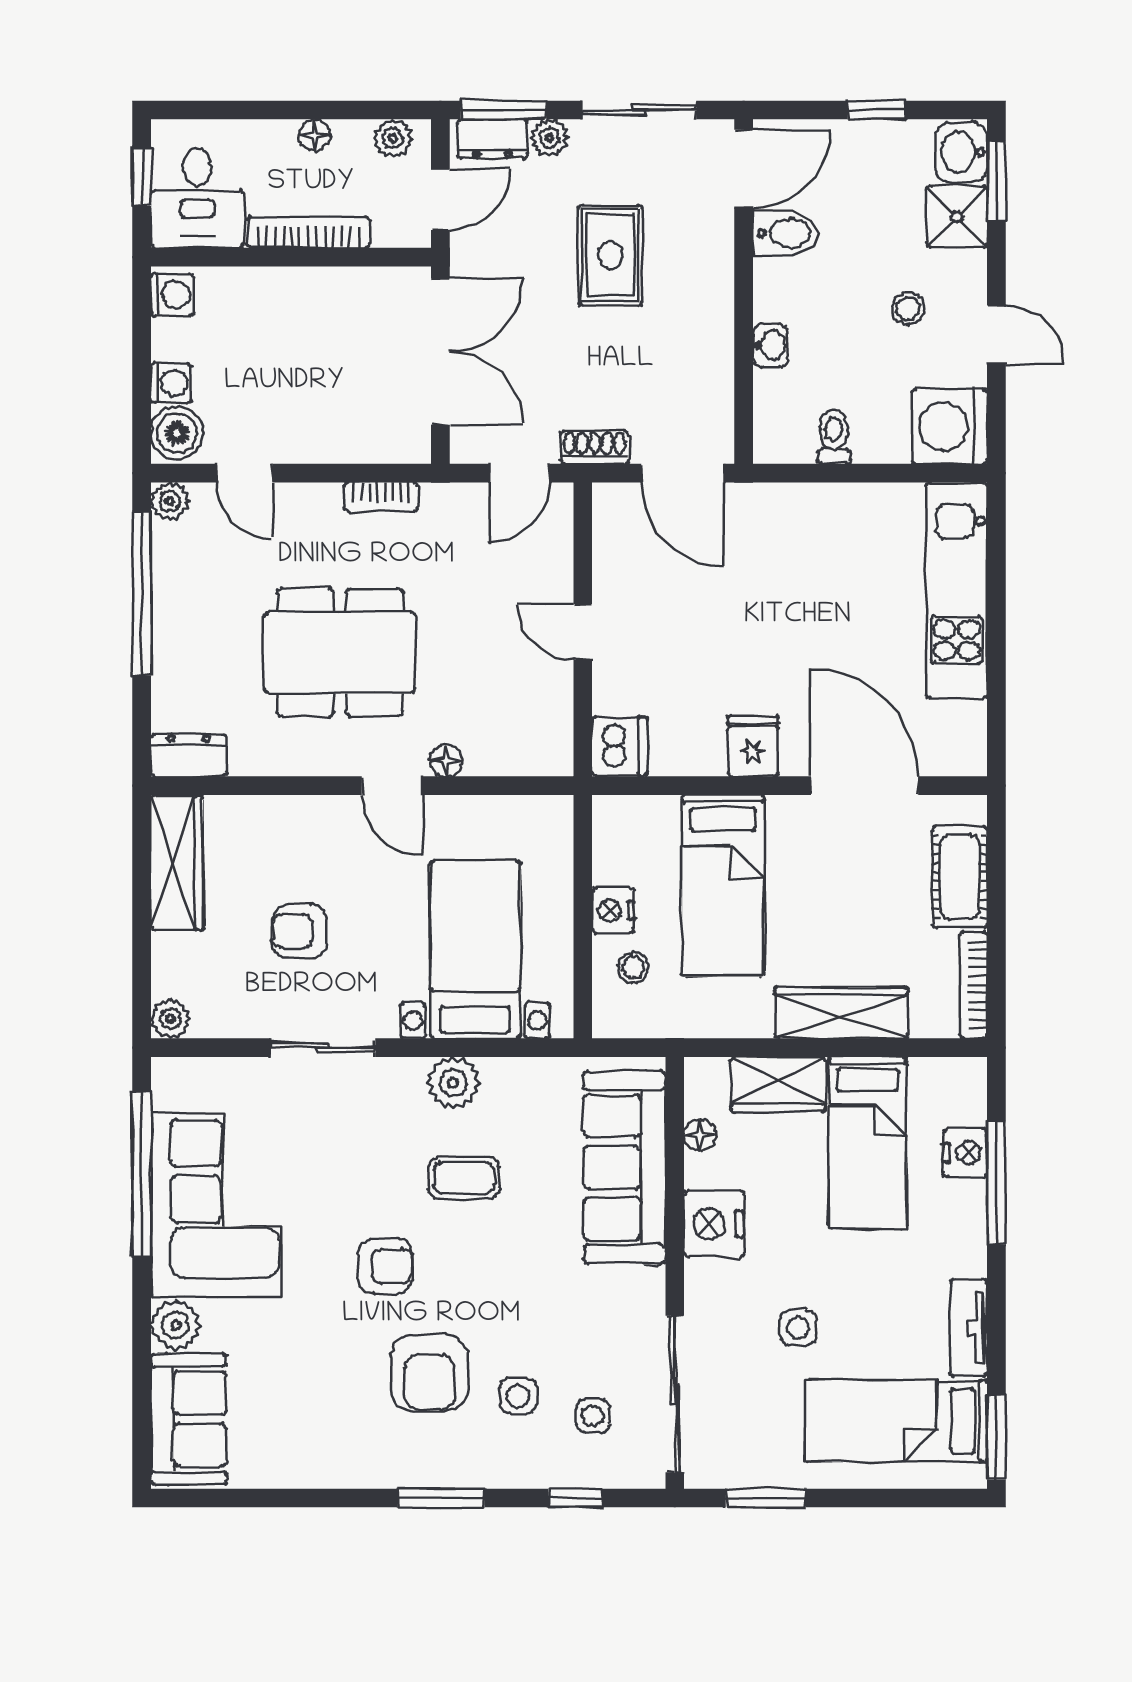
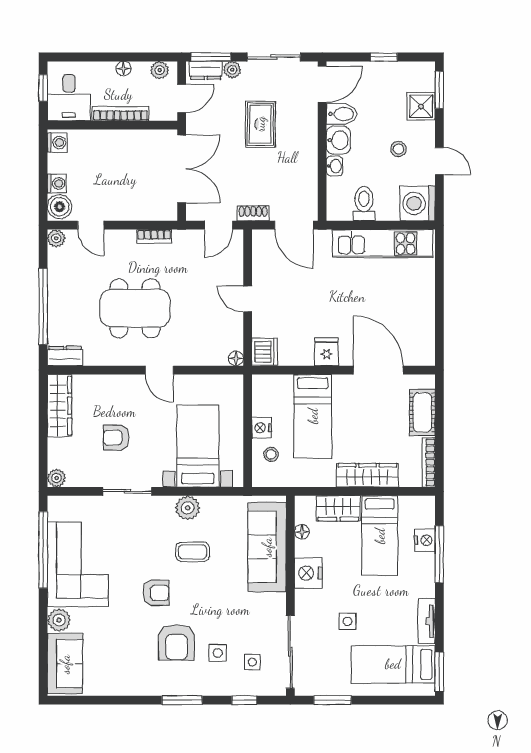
washbasin: (962, 152) -> (338, 140), moved, turned 180
toilet: (834, 437) -> (364, 204), width x1.37, depth x1.39
kitchen unit: (957, 590) -> (382, 244), moved, turned -90
window: (142, 593) -> (43, 306), moved
floor lamp: (446, 760) -> (236, 358), moved

